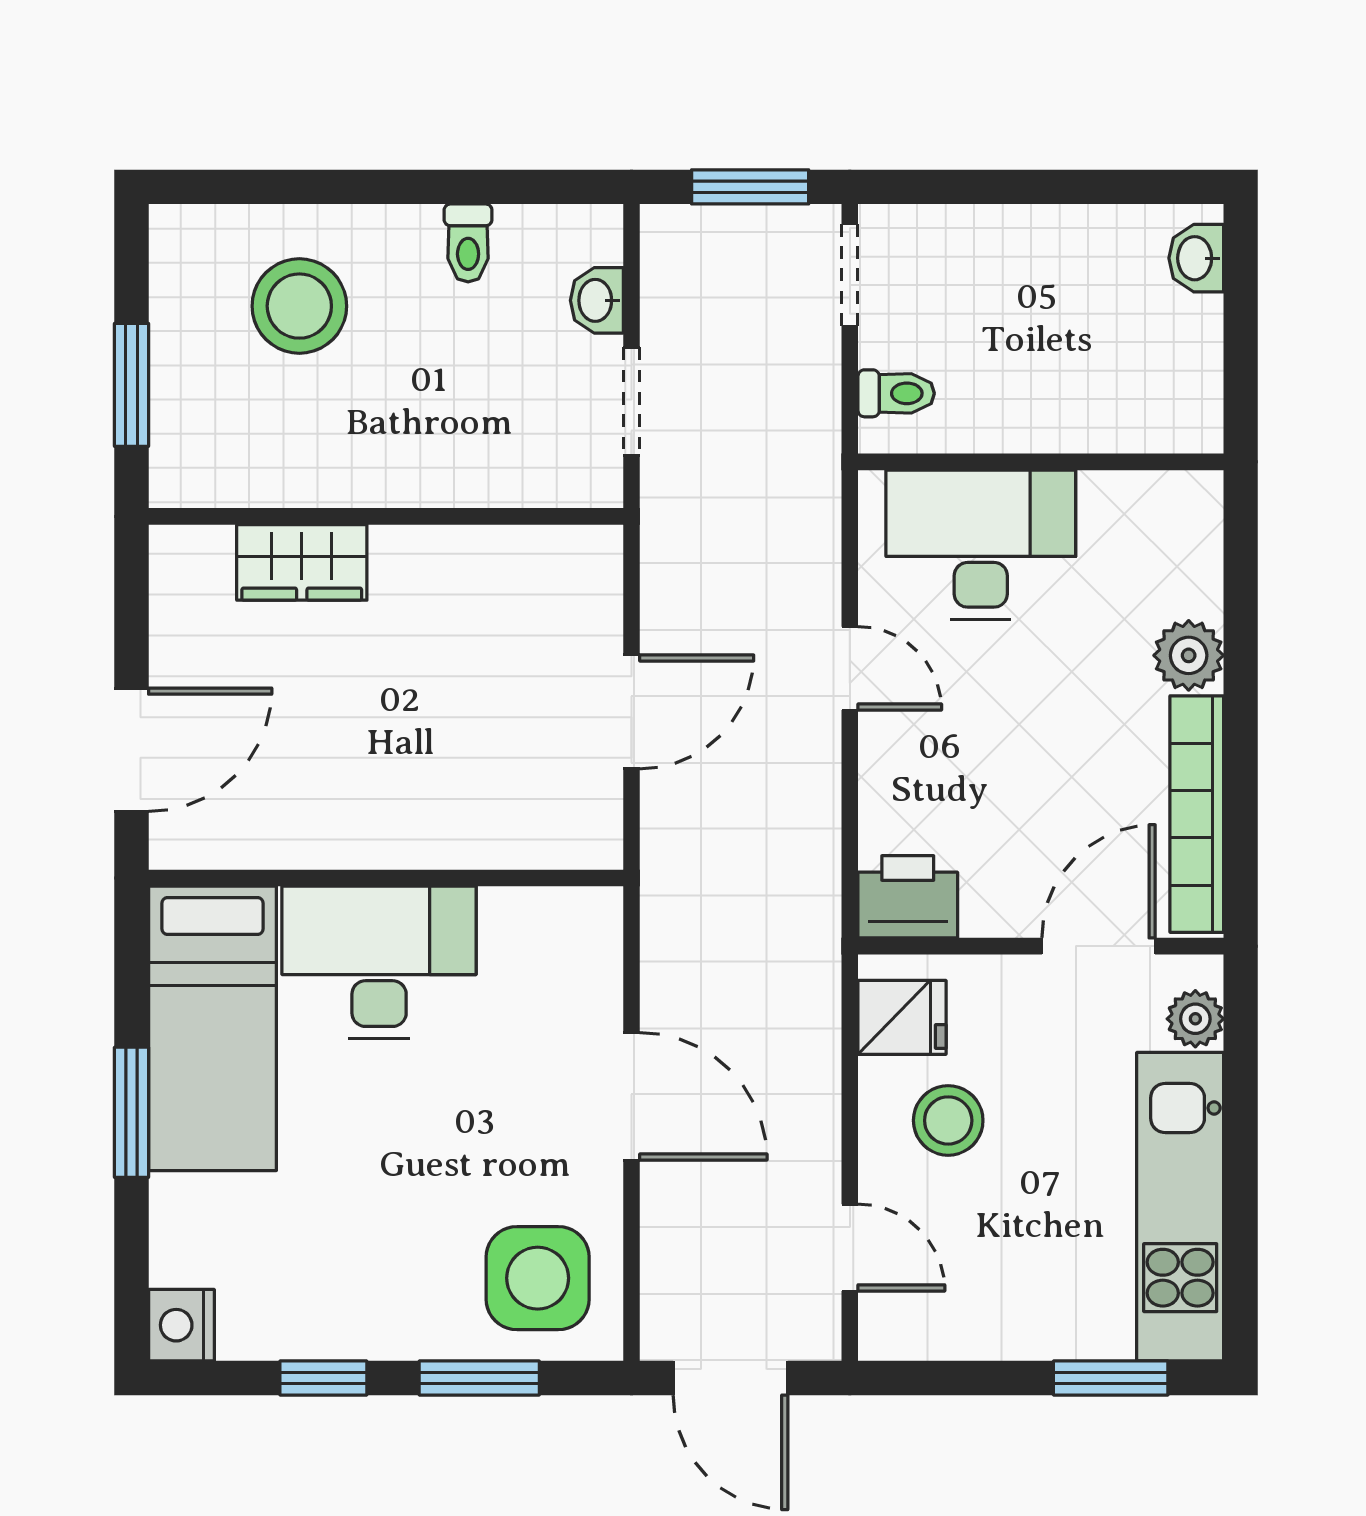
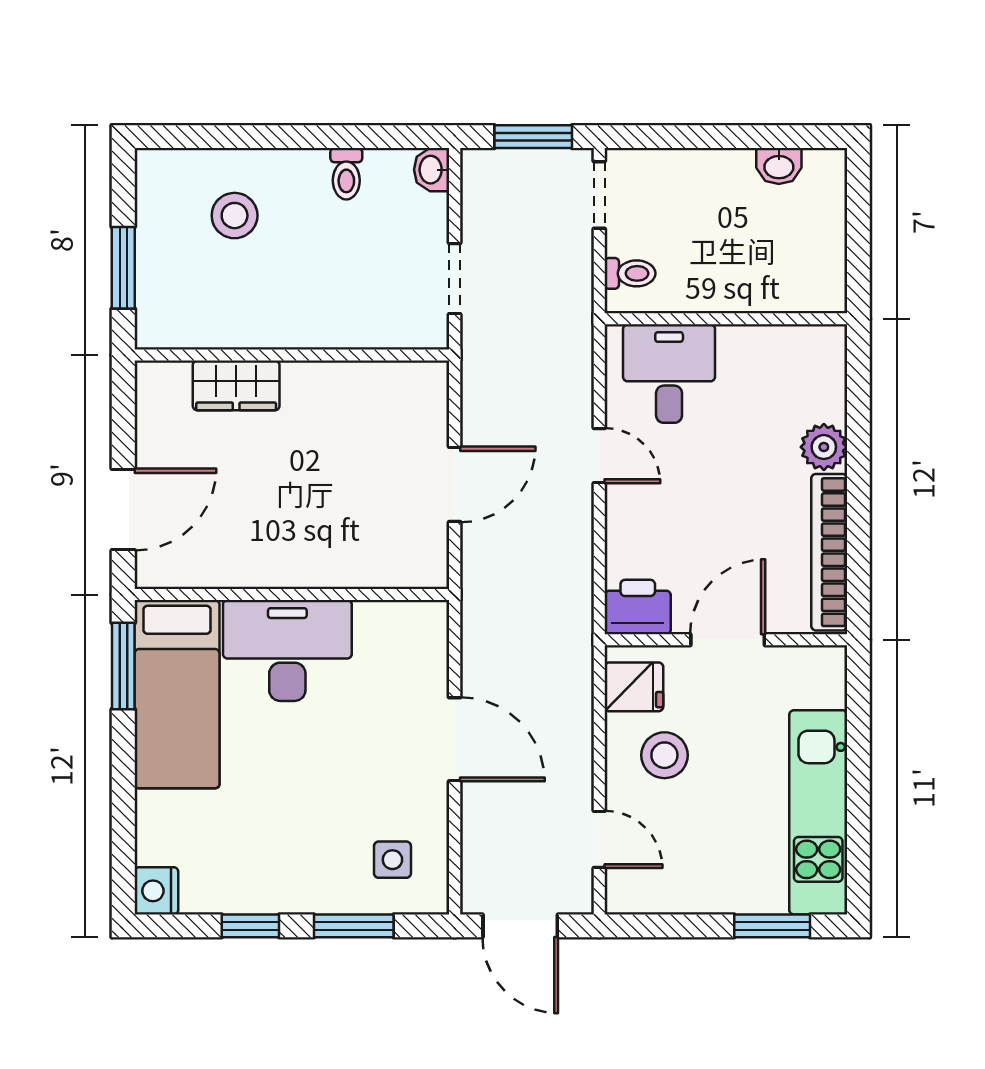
washbasin: (1196, 258) -> (779, 166), moved, turned -90
washbasin: (597, 300) -> (432, 170), moved
stool: (299, 306) -> (235, 216), width x0.73, depth x0.73
desk: (981, 545) -> (669, 374), width x0.73
door: (1099, 946) -> (728, 640), moved
plant: (1195, 1019) -> (828, 688), removed
window: (131, 1112) -> (123, 666), moved
side table: (538, 1278) -> (392, 860), width x0.54, depth x0.54

